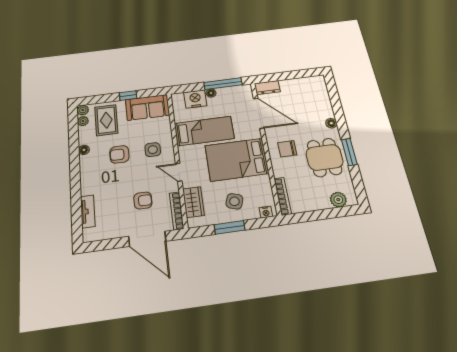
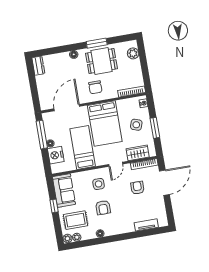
dresser: (267, 88) -> (38, 66), moved

